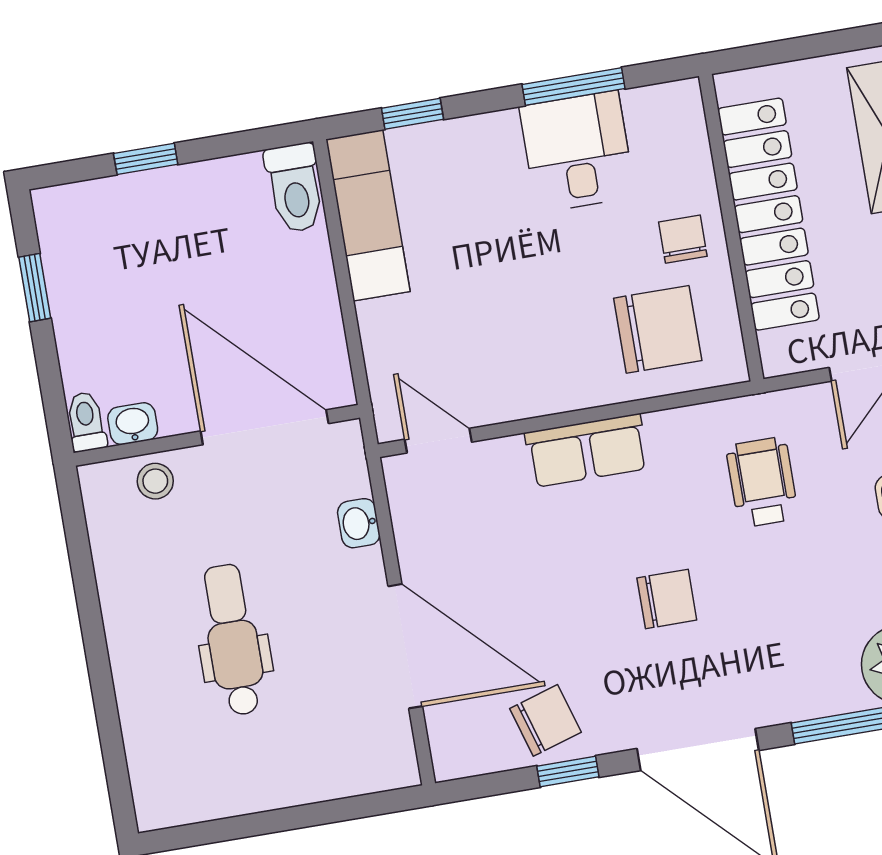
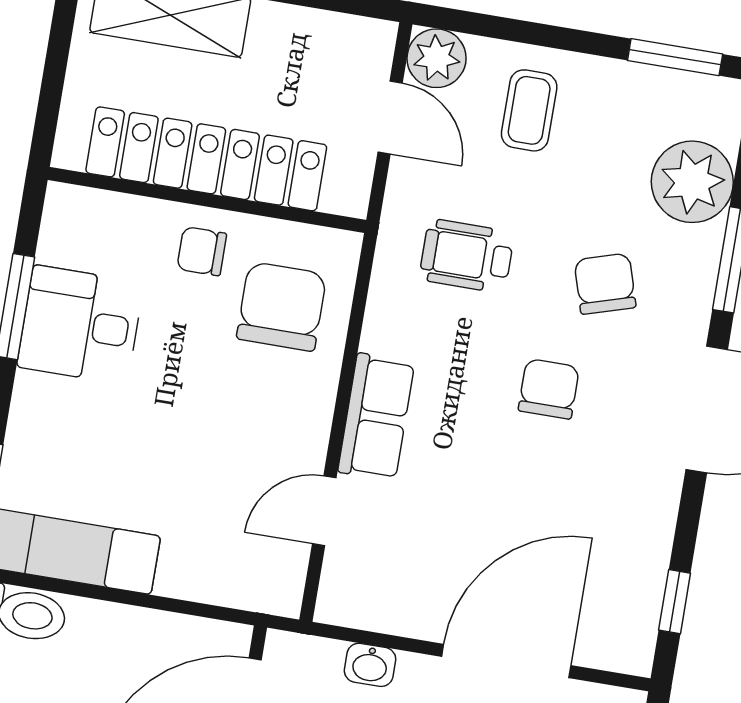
door: (438, 441) -> (324, 511), moved
chair: (545, 720) -> (605, 284), moved
window: (568, 772) -> (675, 602), moved

